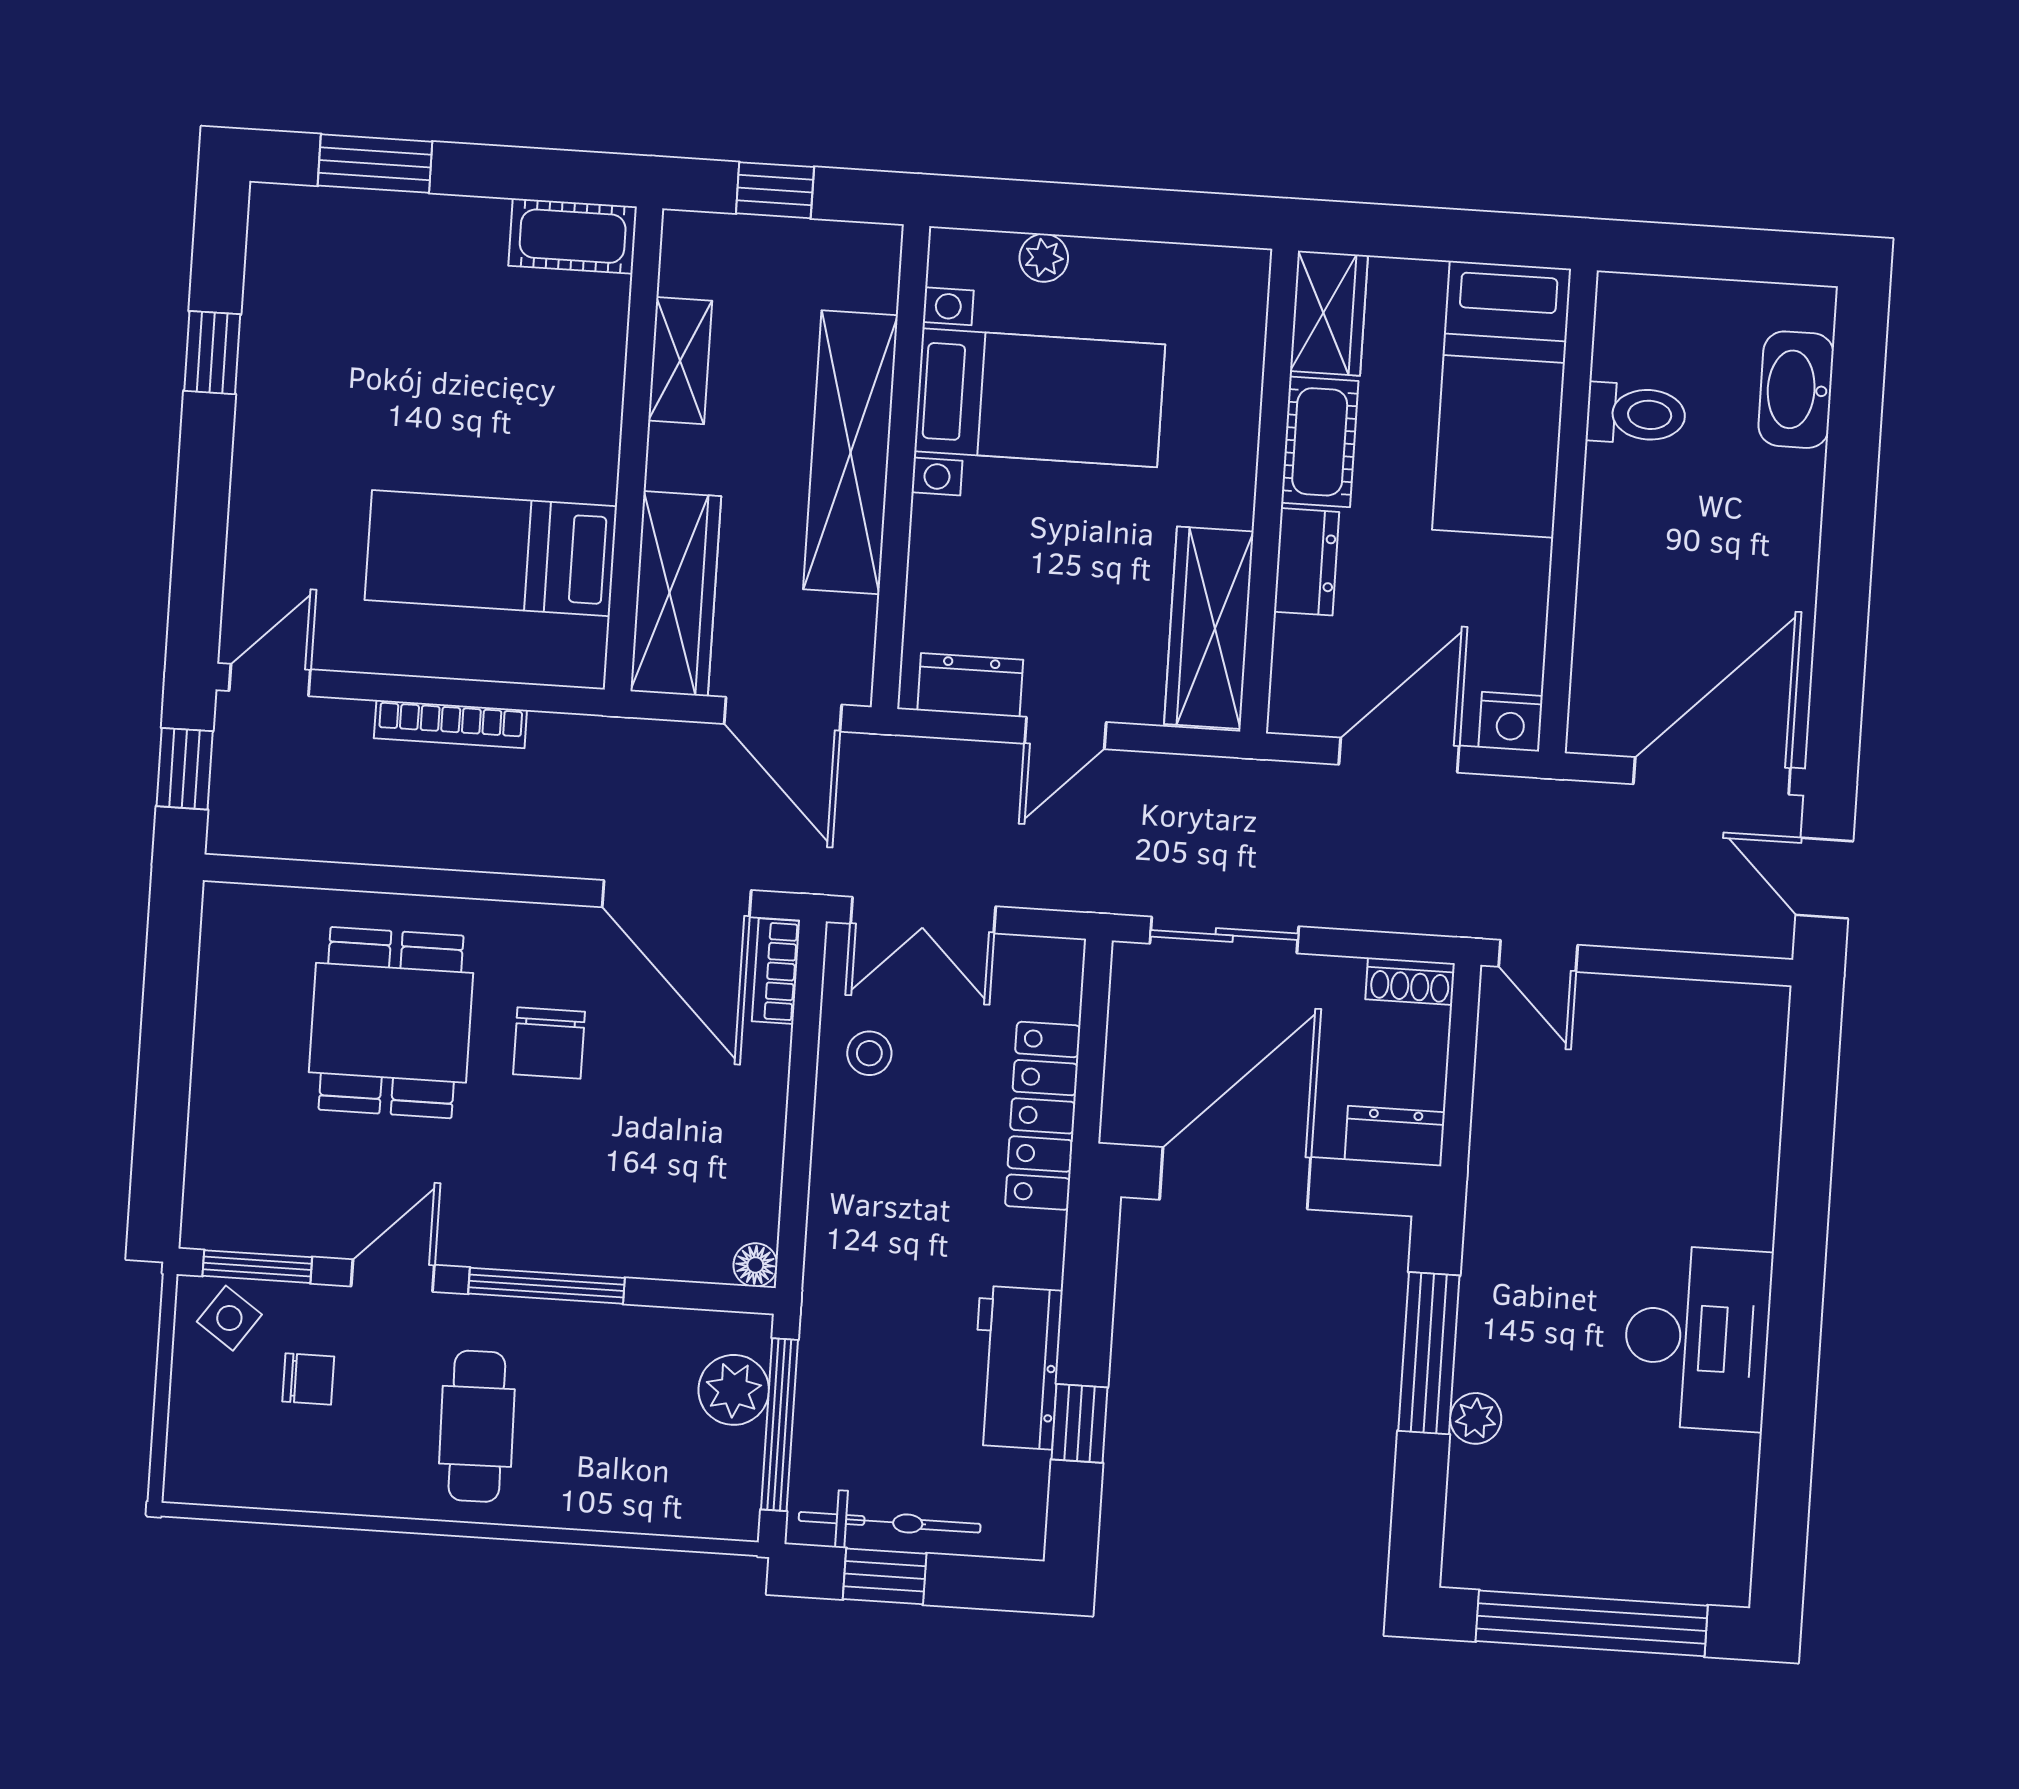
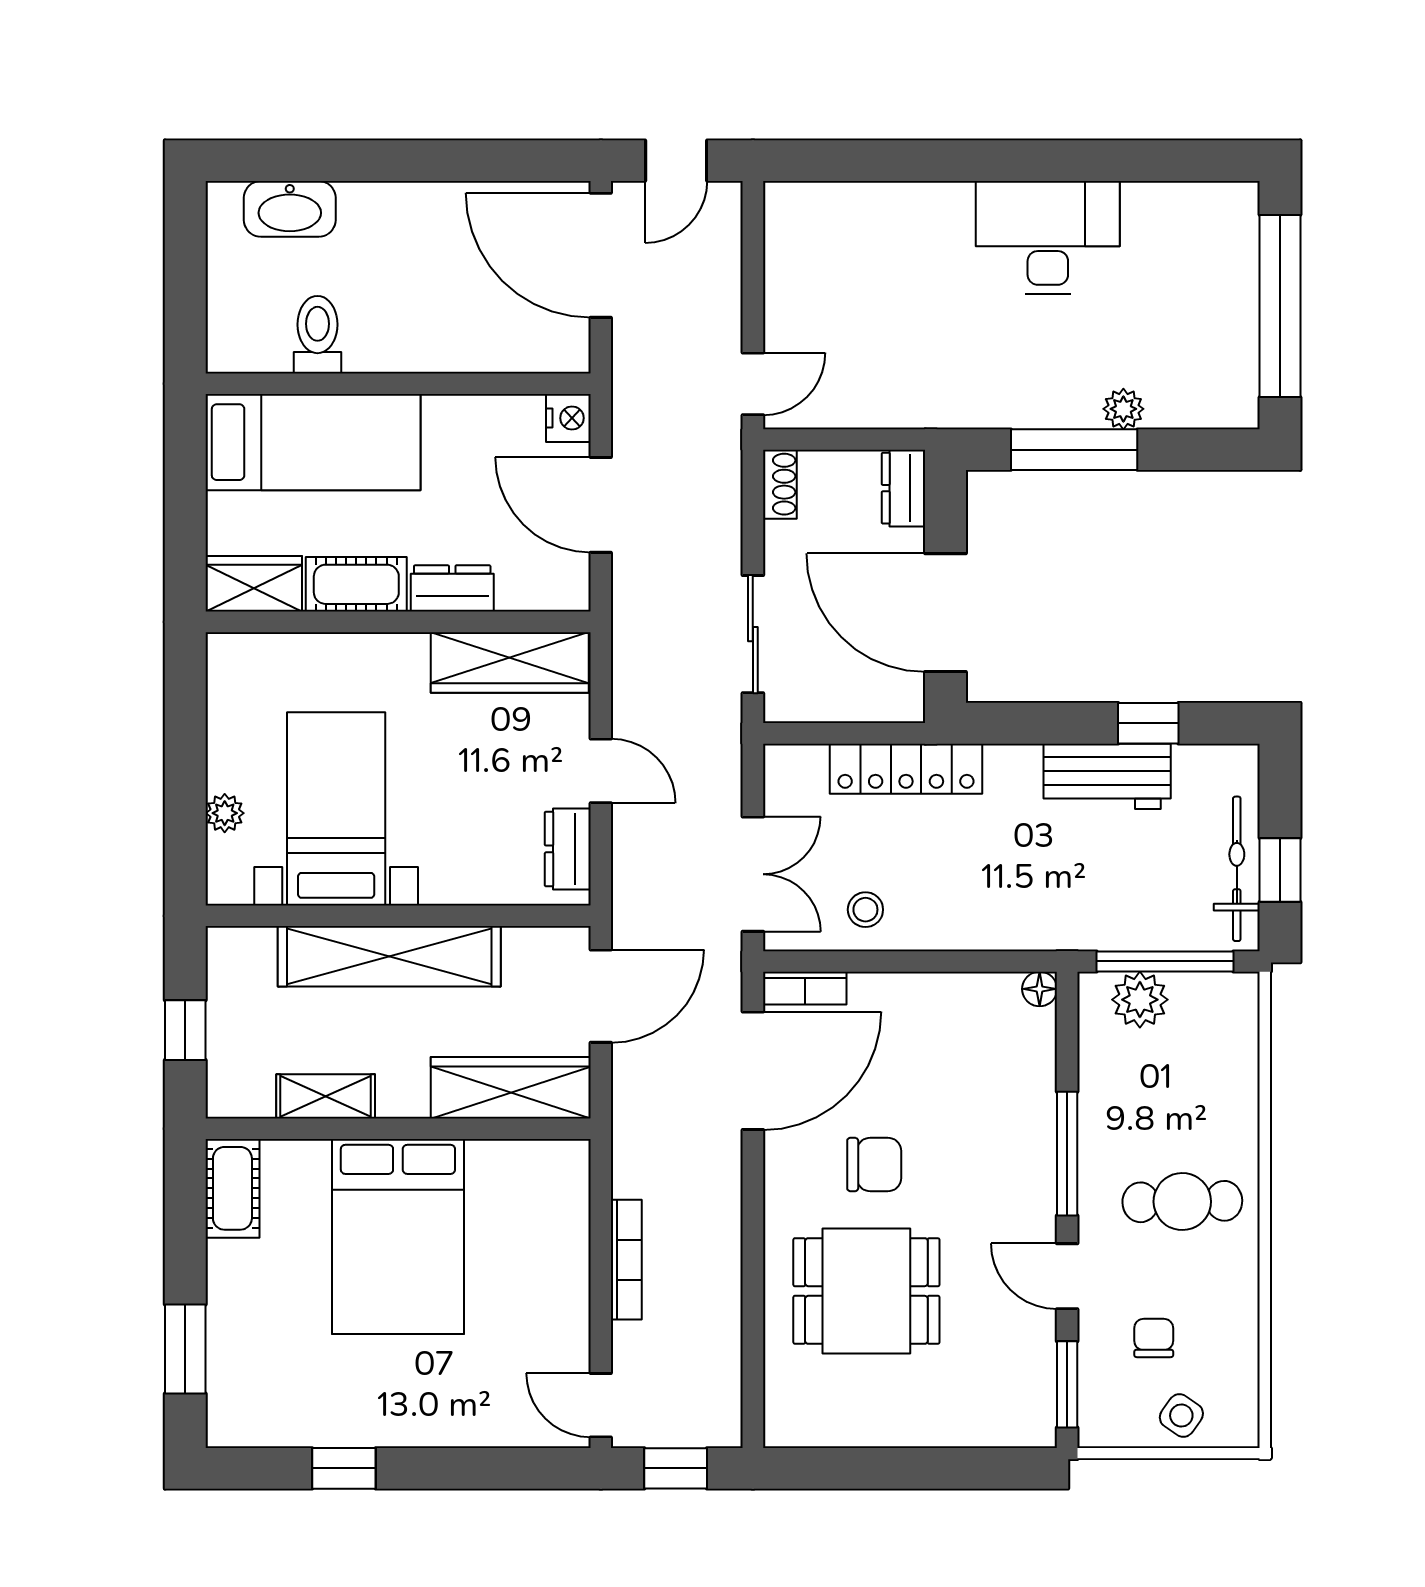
bed: (491, 553) -> (398, 1237), moved, width x1.50
side table: (229, 1318) -> (1181, 1415), moved

